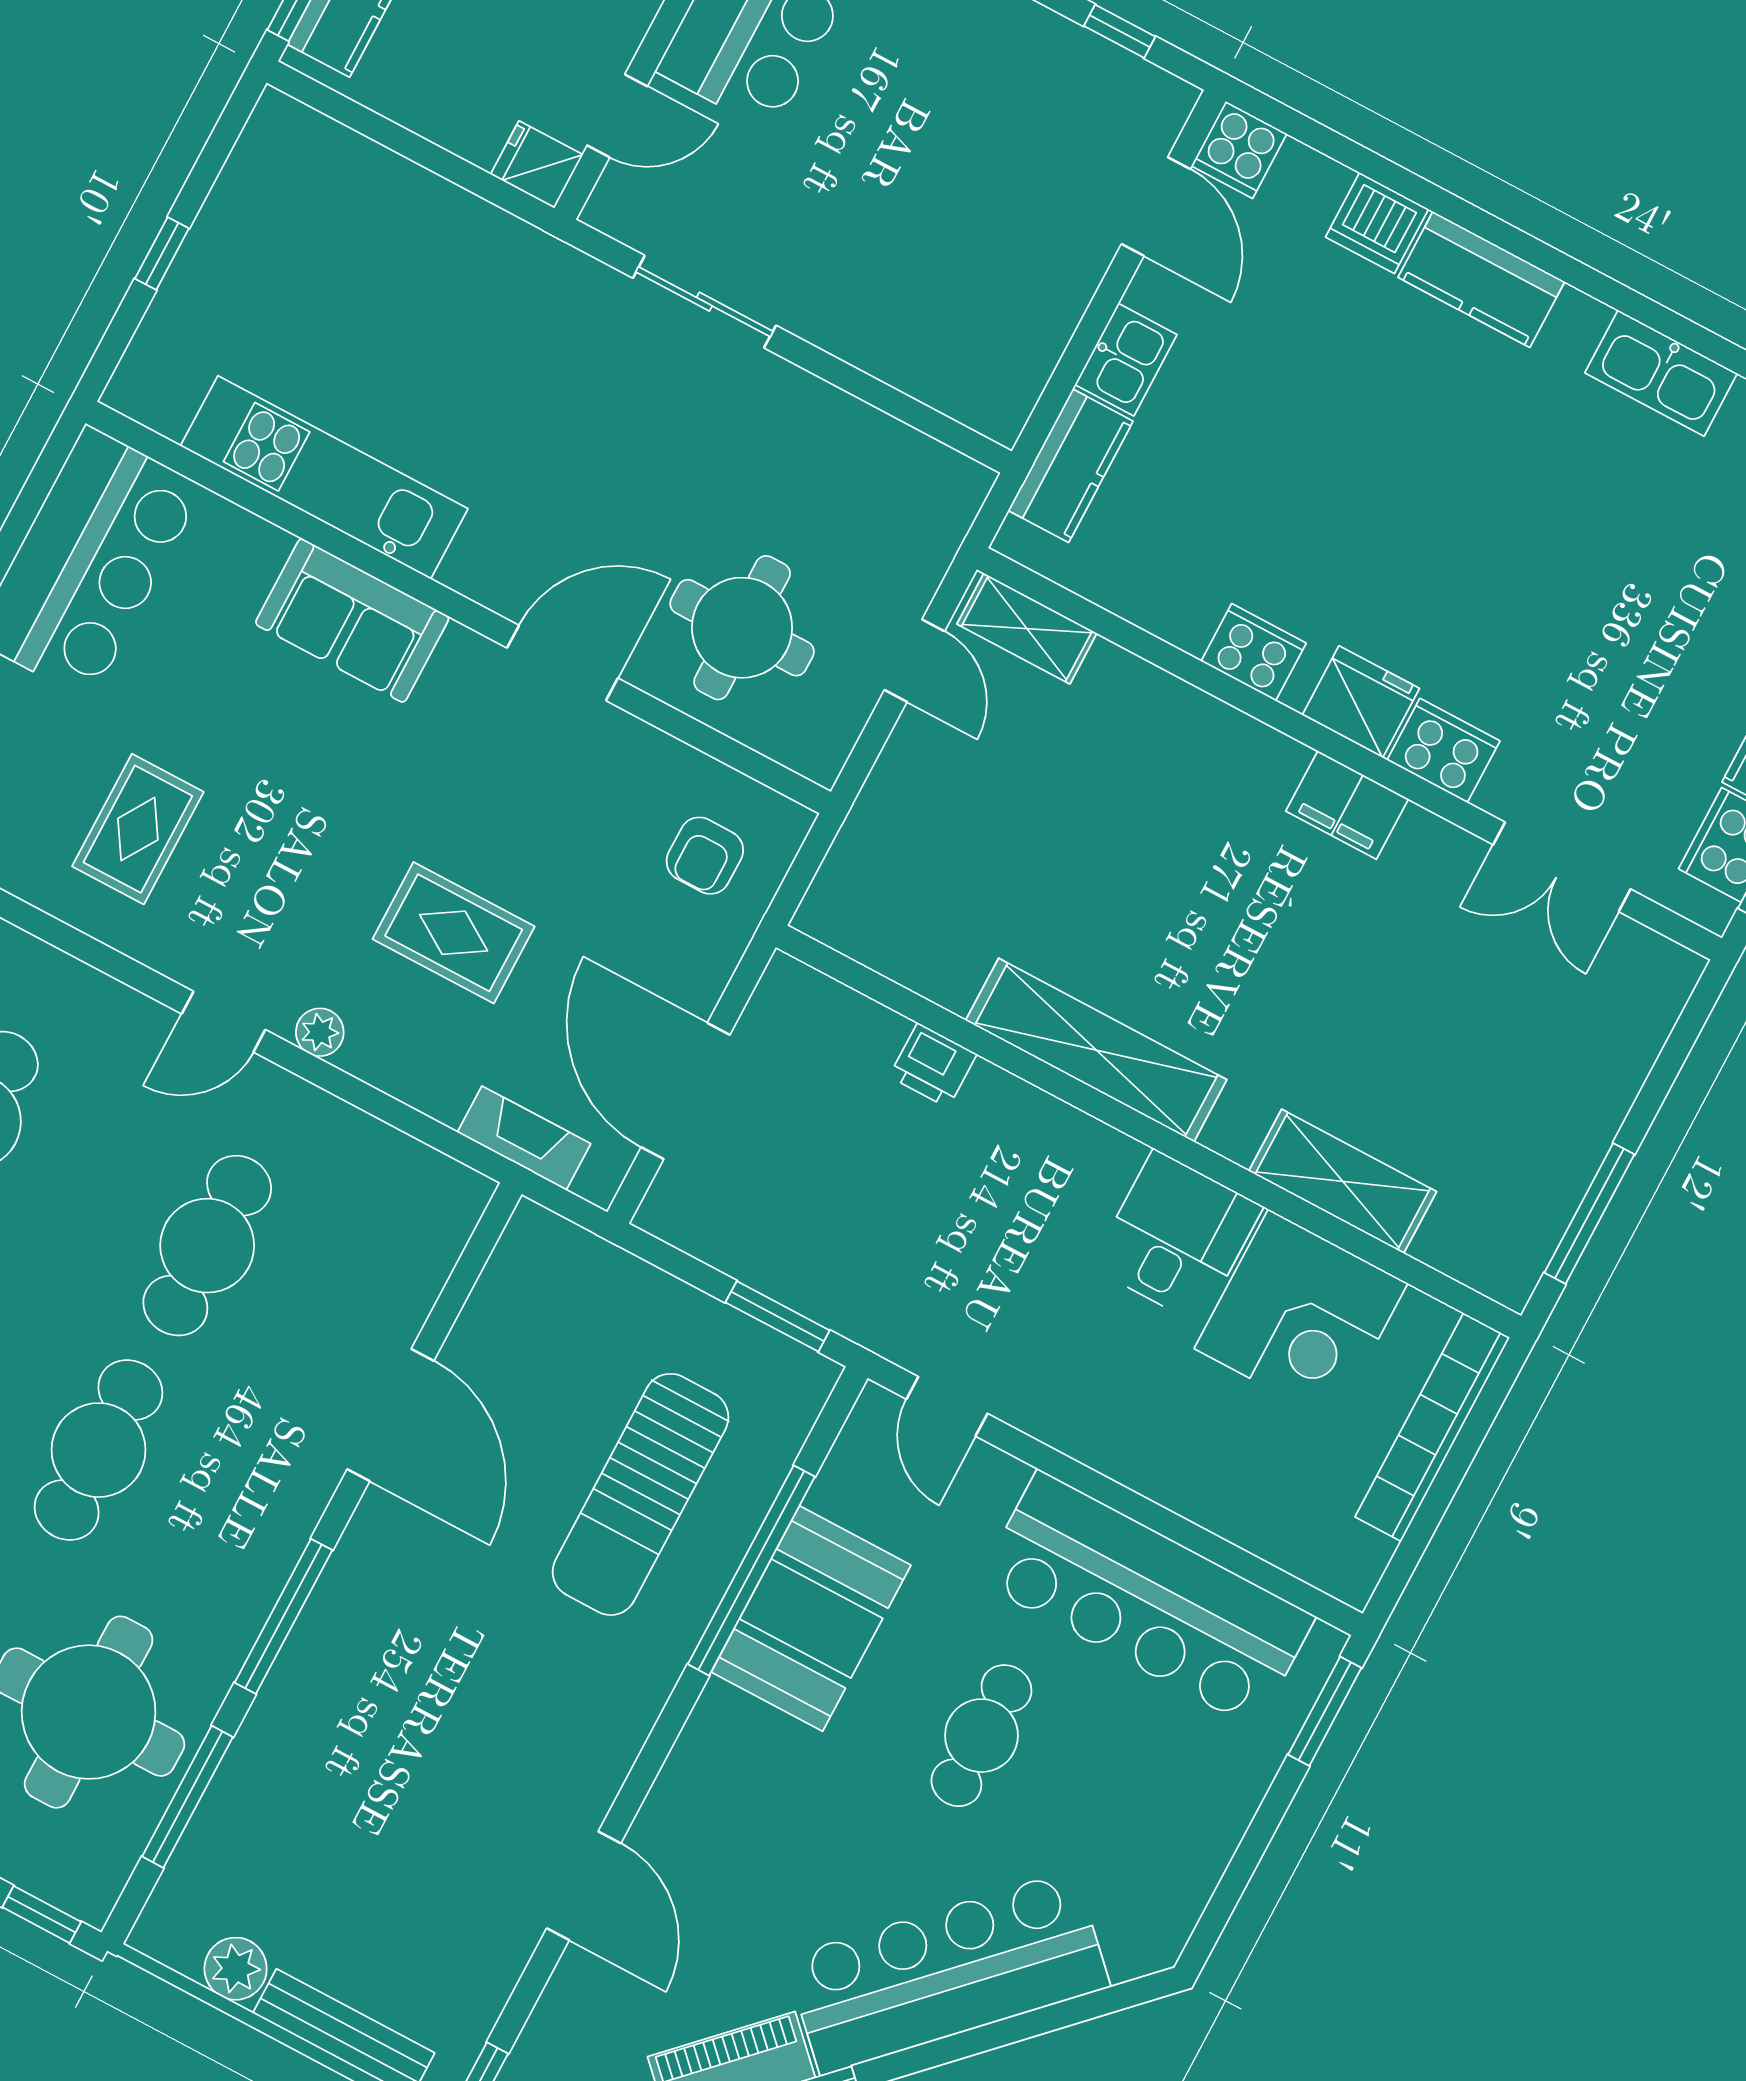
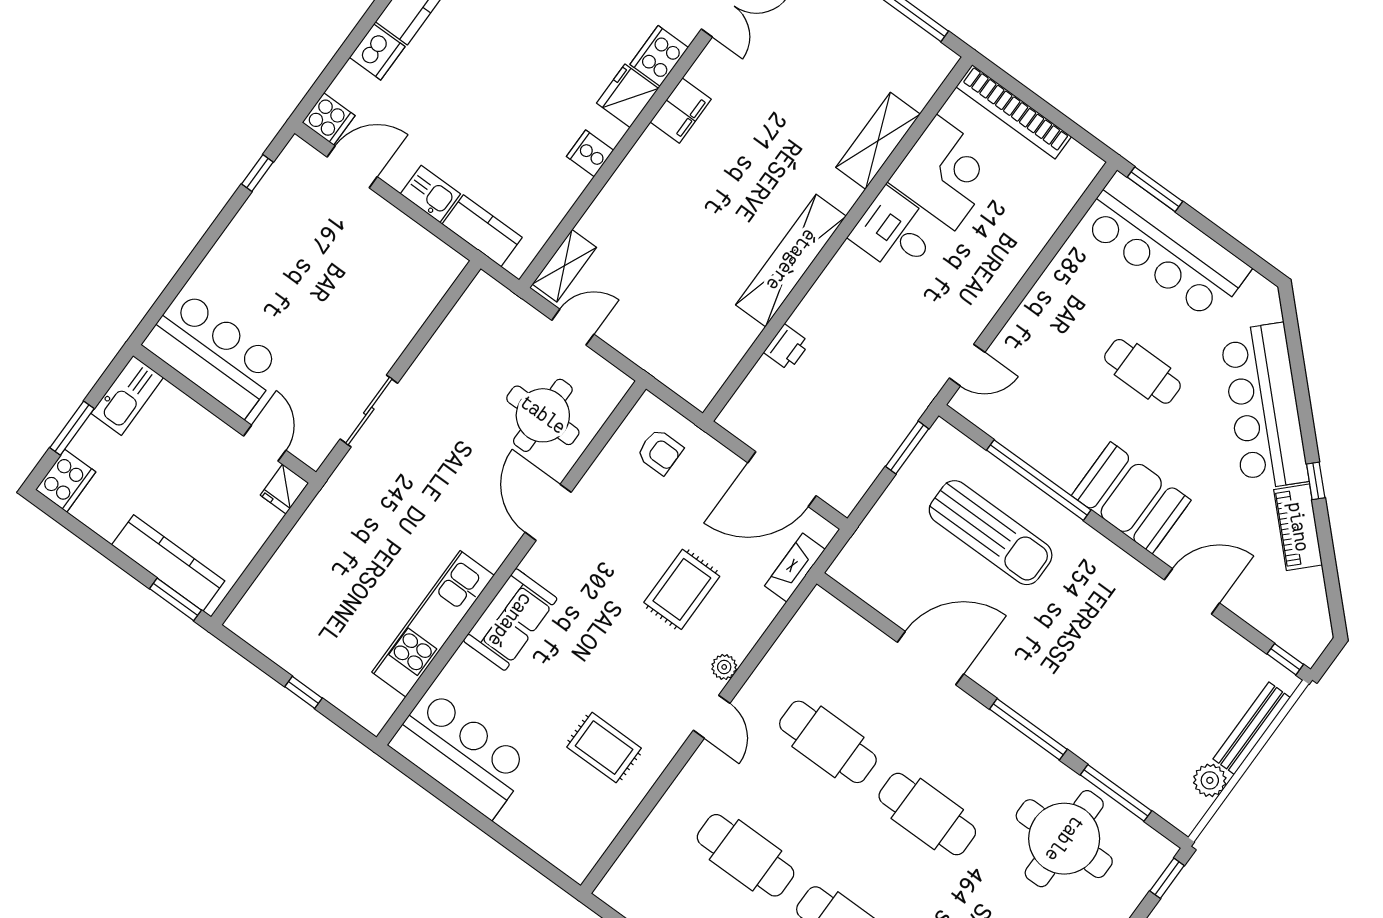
cooker: (1254, 652) -> (590, 153), width x0.73
bar counter: (1147, 1599) -> (1165, 247), moved, turned 90
booth: (811, 1619) -> (1131, 498), moved

